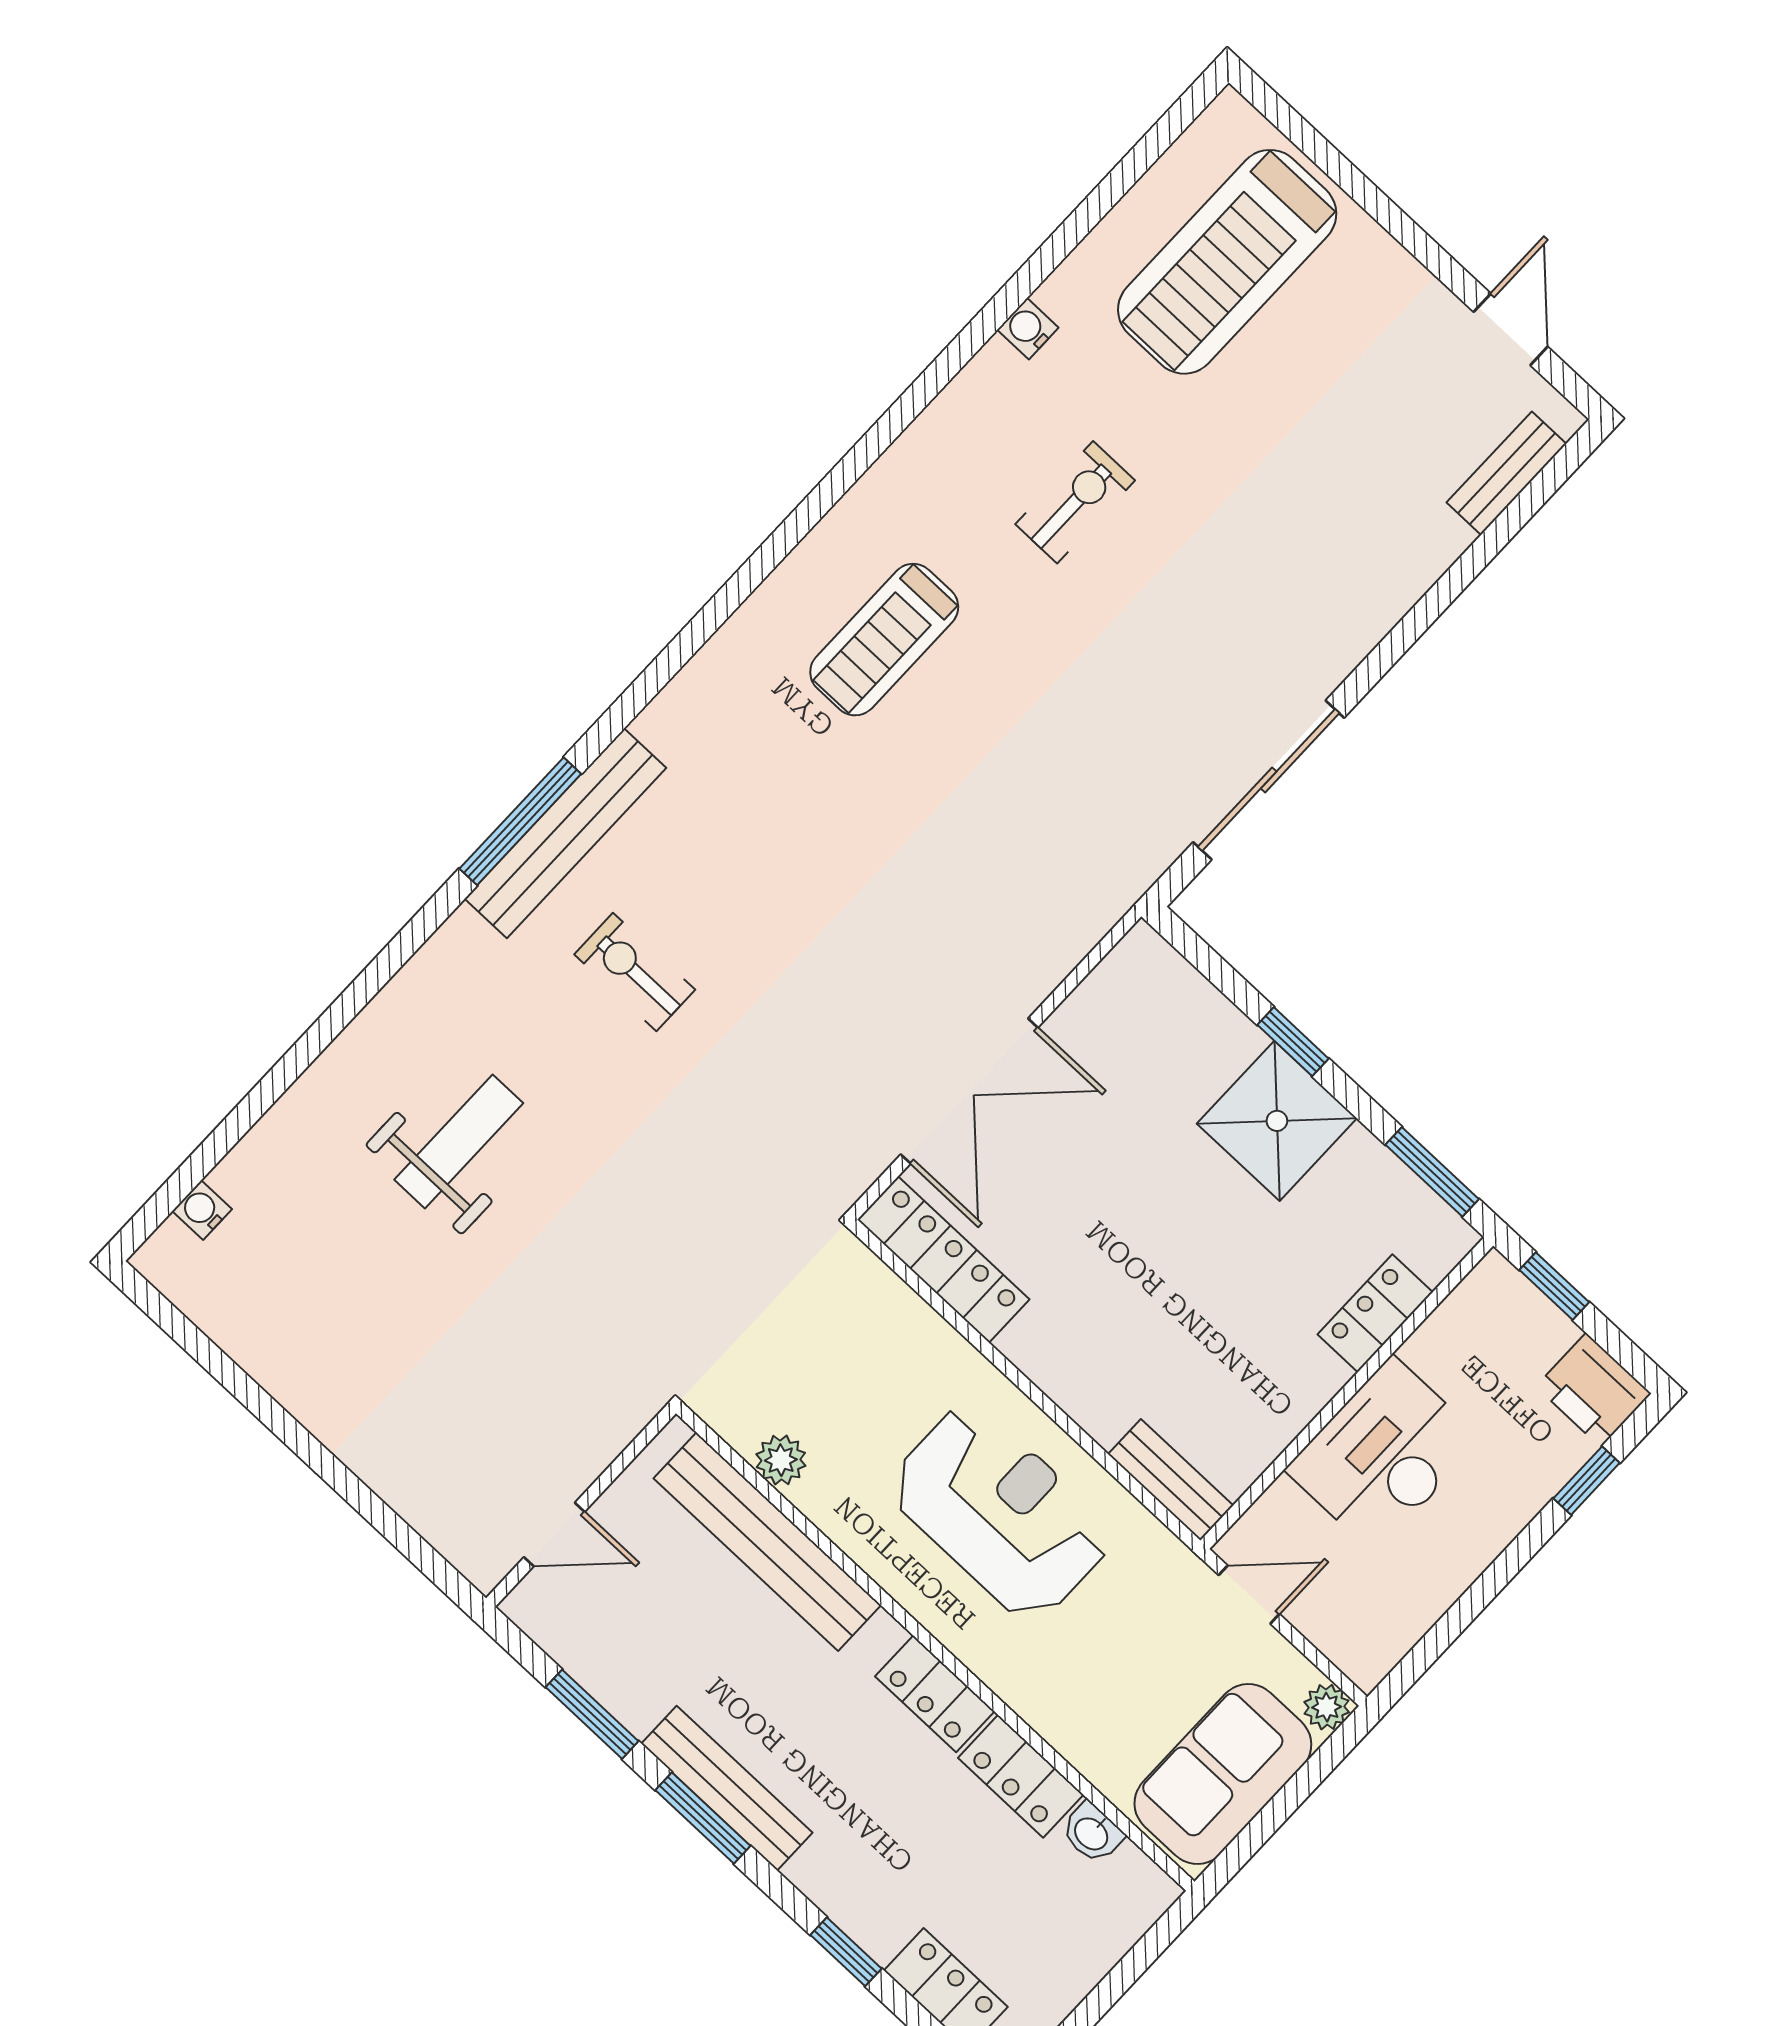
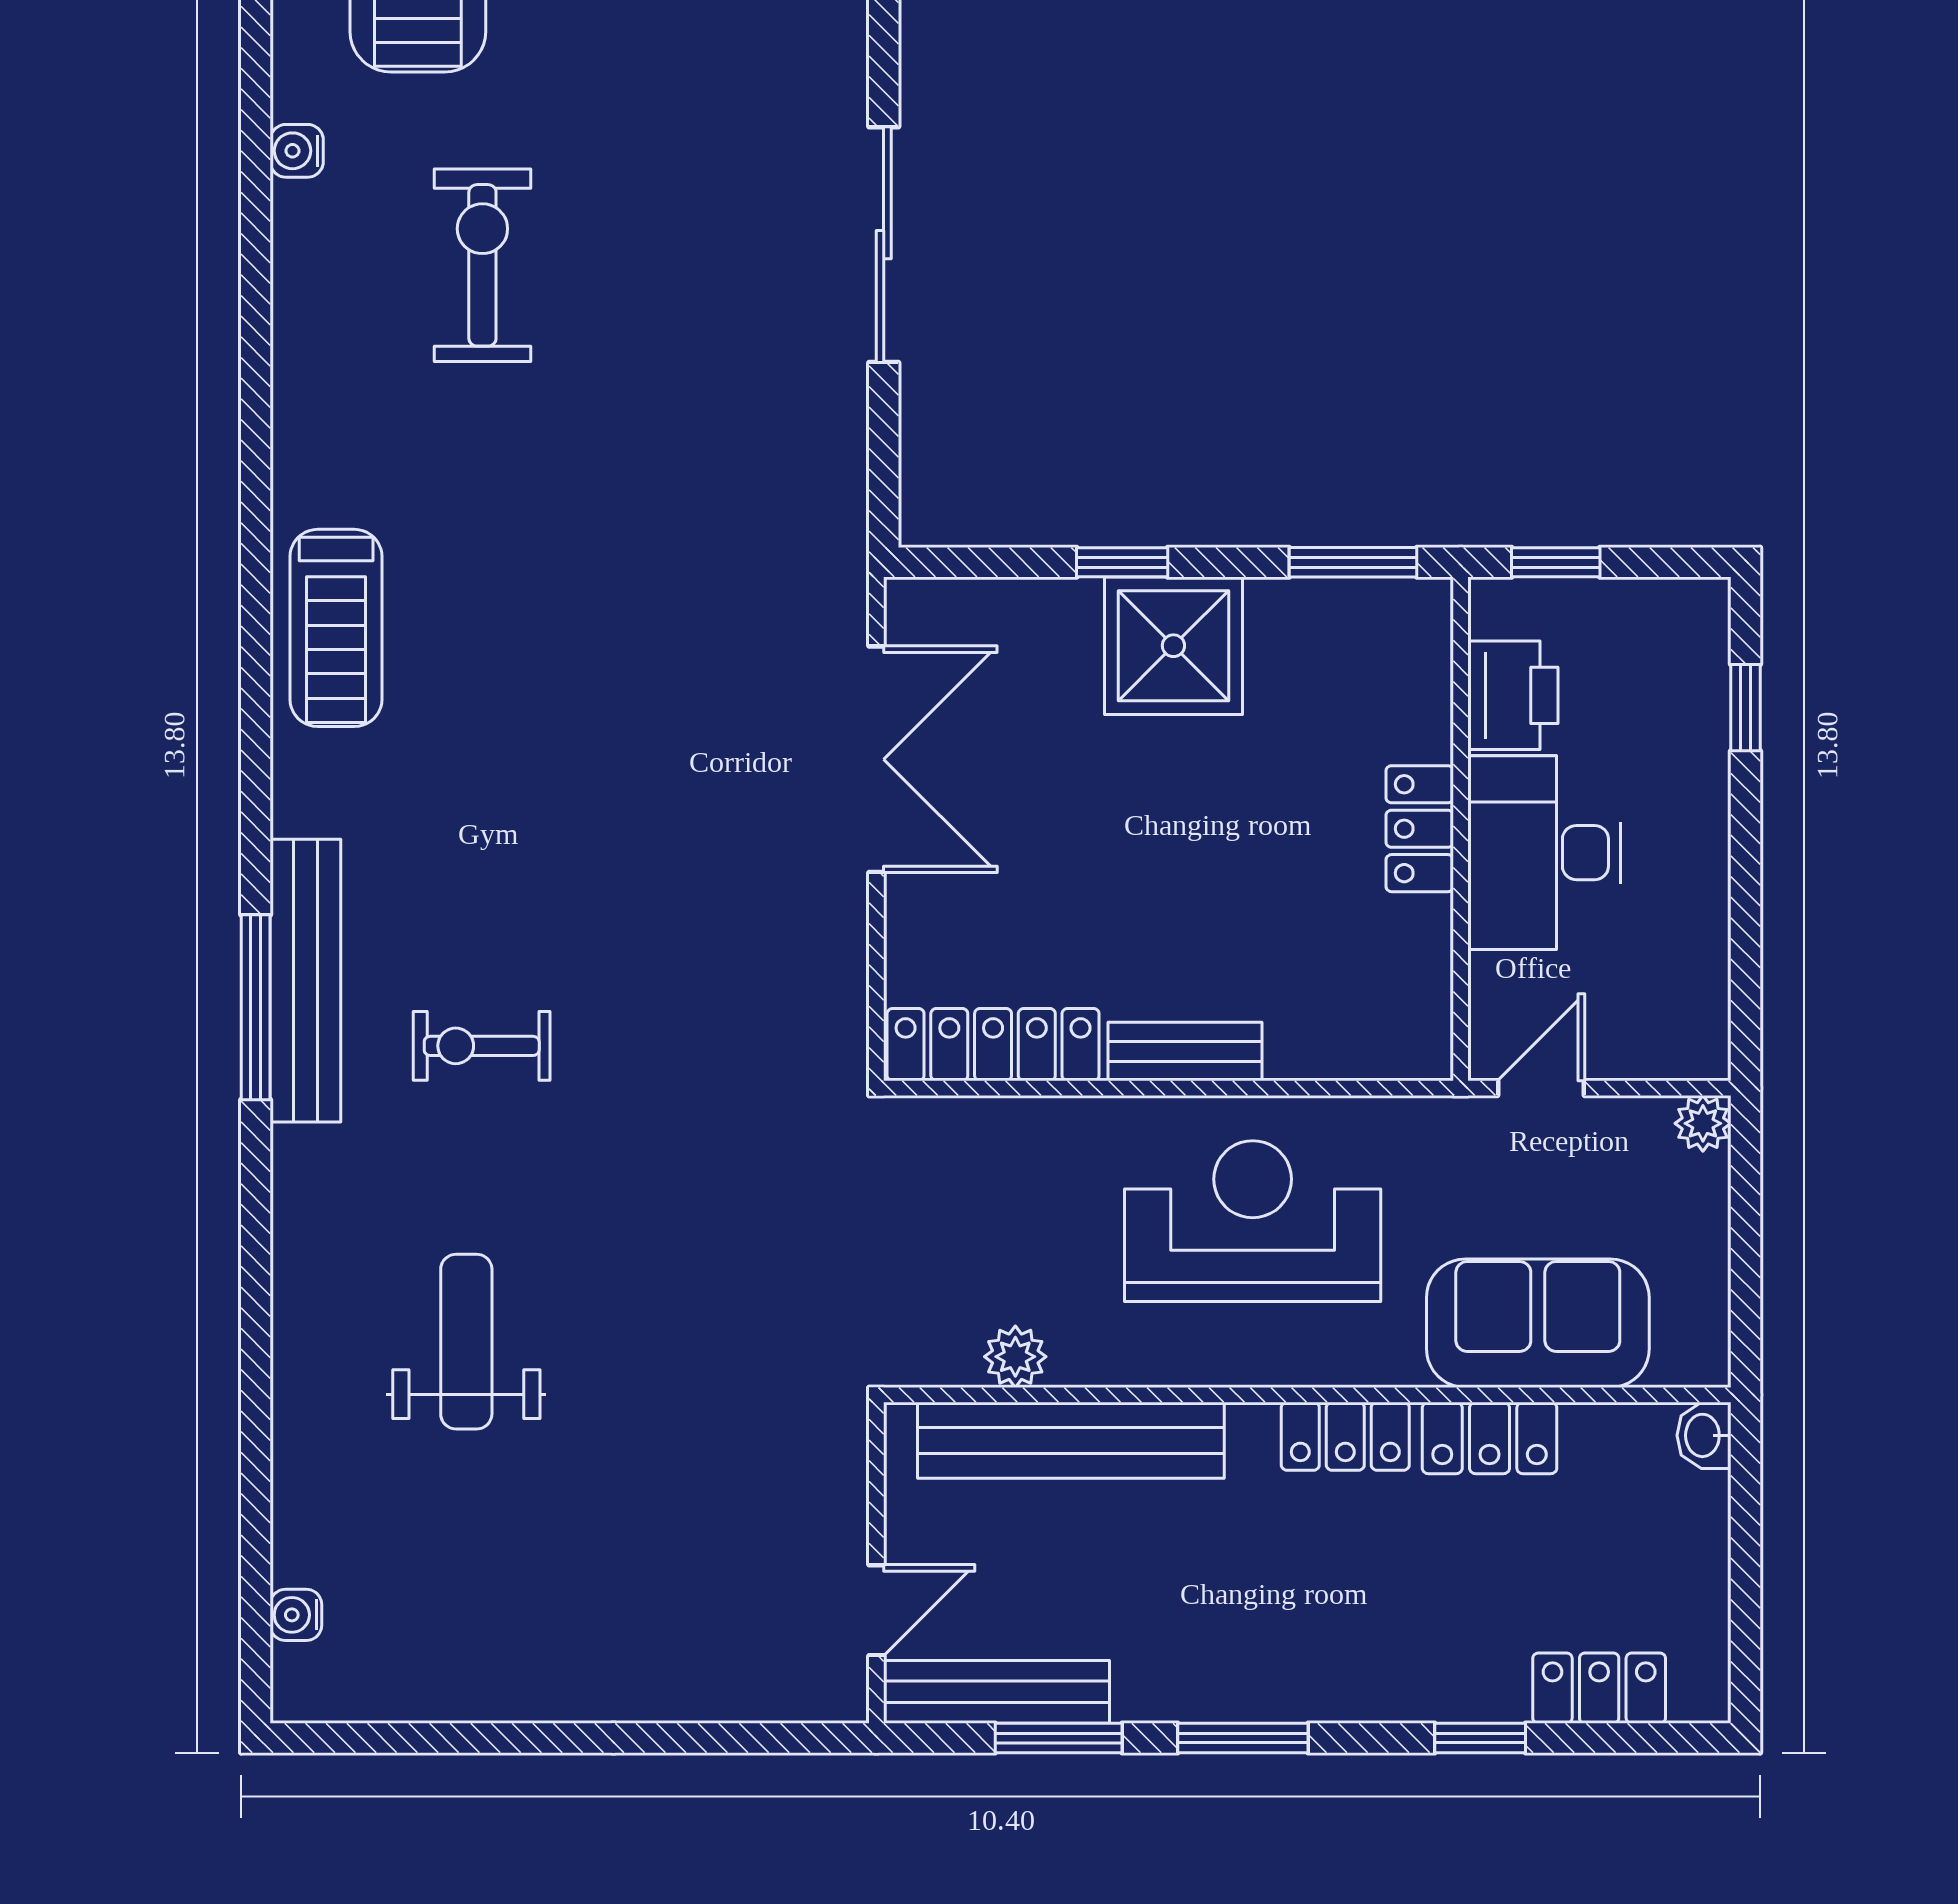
exercise bike: (1075, 502) -> (482, 265), width x1.38, depth x1.39
treadmill: (884, 640) -> (336, 628), moved
sliding door: (1269, 780) -> (884, 245), moved
double door: (969, 1091) -> (876, 759), moved
locker: (1375, 1313) -> (1420, 829), moved
printer: (1593, 1390) -> (1513, 695), moved, turned -90
bench: (1171, 1480) -> (1185, 1051), moved
sofa: (1223, 1774) -> (1538, 1323), moved, turned 90
bench: (727, 1788) -> (997, 1692), moved
washbasin: (1092, 1833) -> (1704, 1435), moved, turned 90

